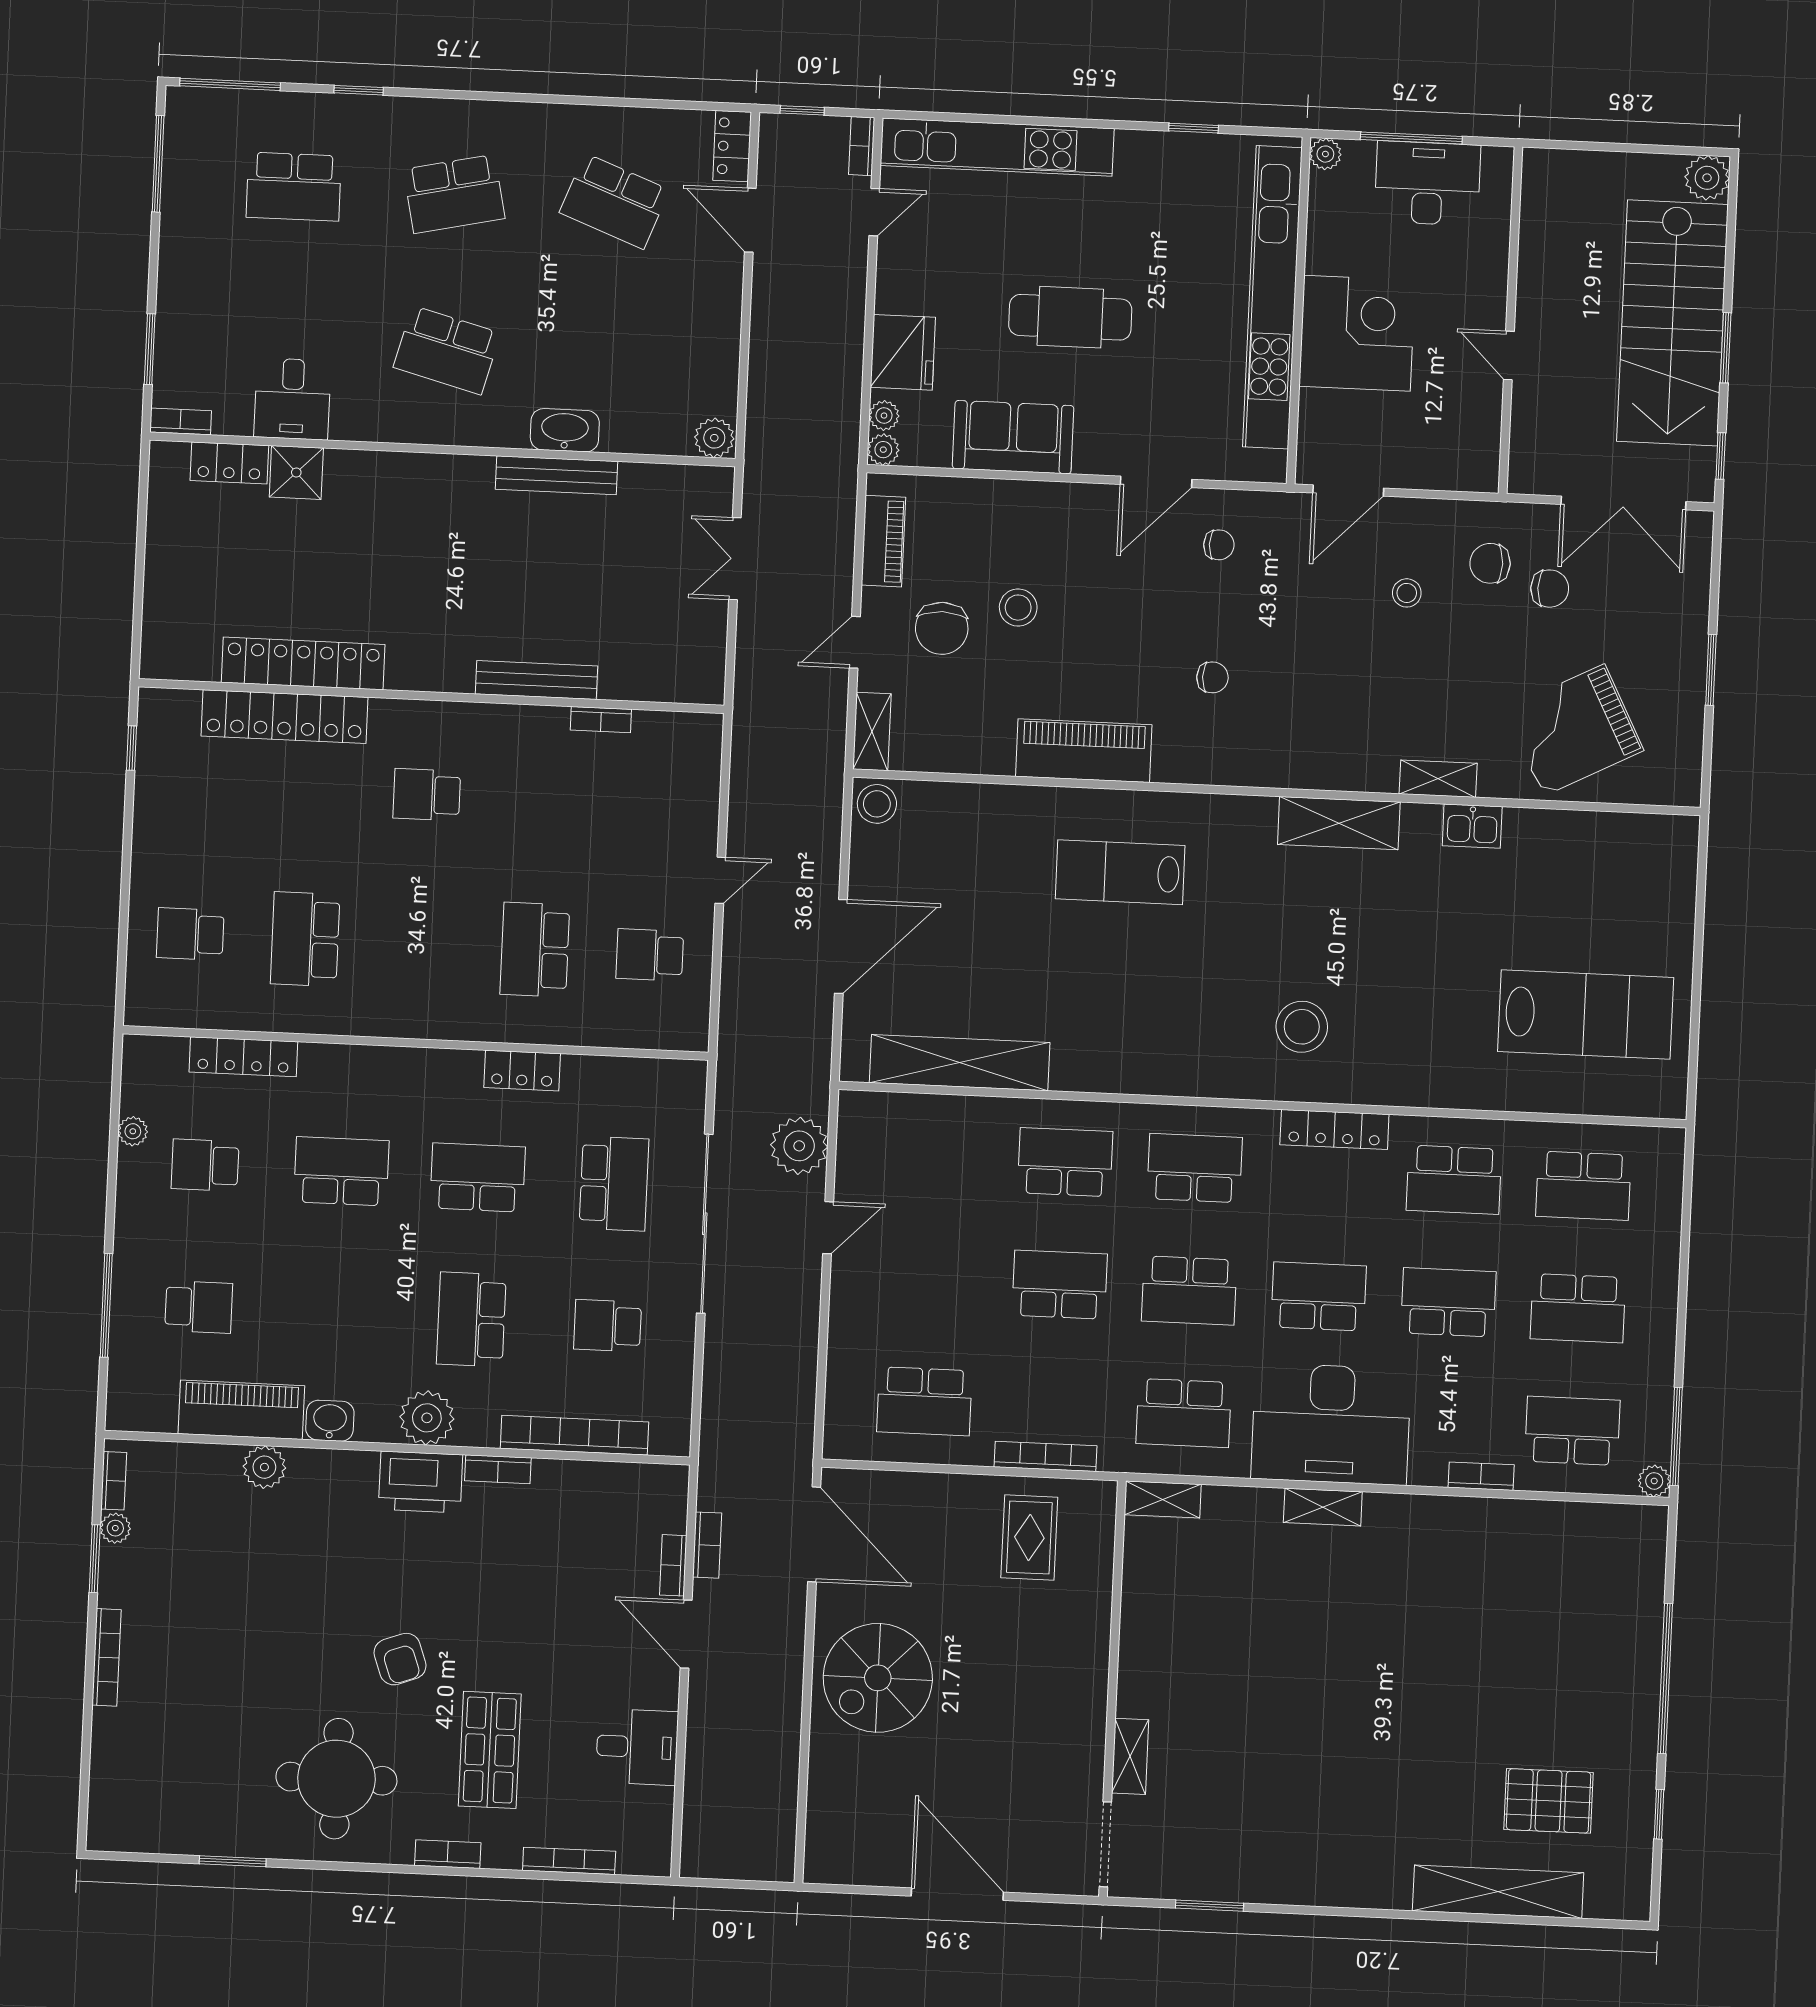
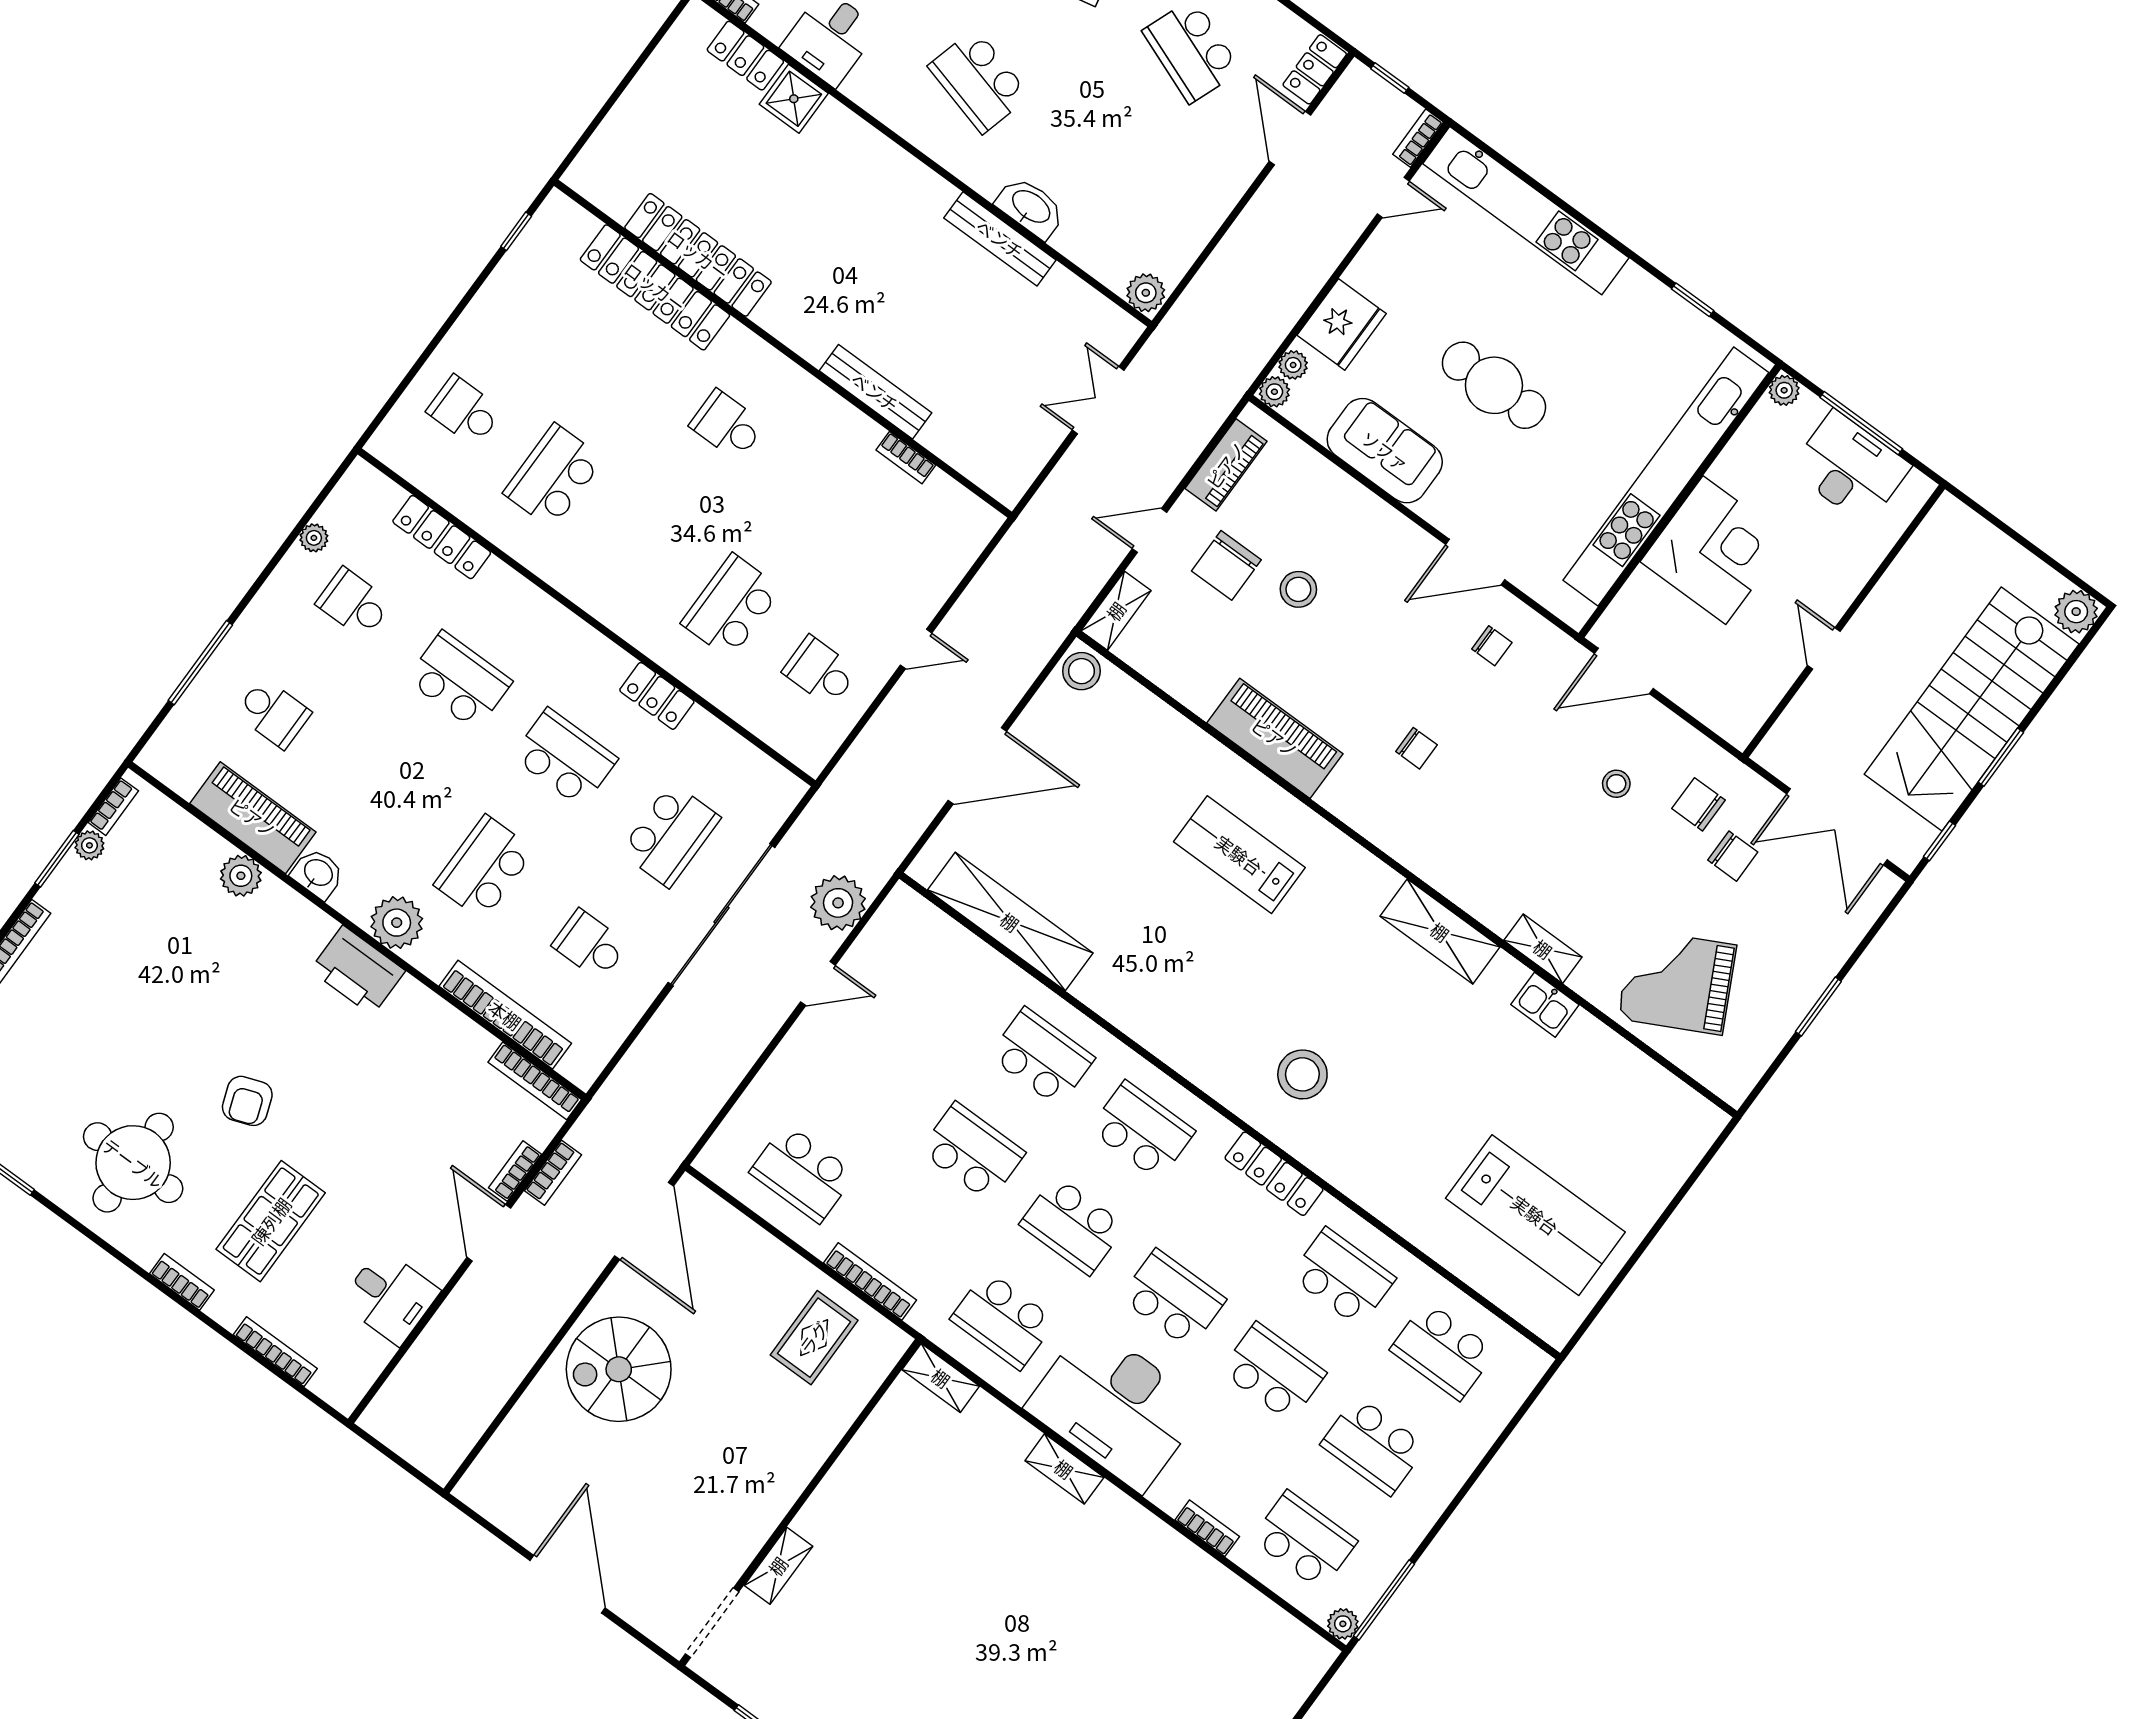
school desk: (1454, 1180) -> (1343, 1277), turned 180
bookcase: (498, 1469) -> (535, 1081), moved, width x1.56

